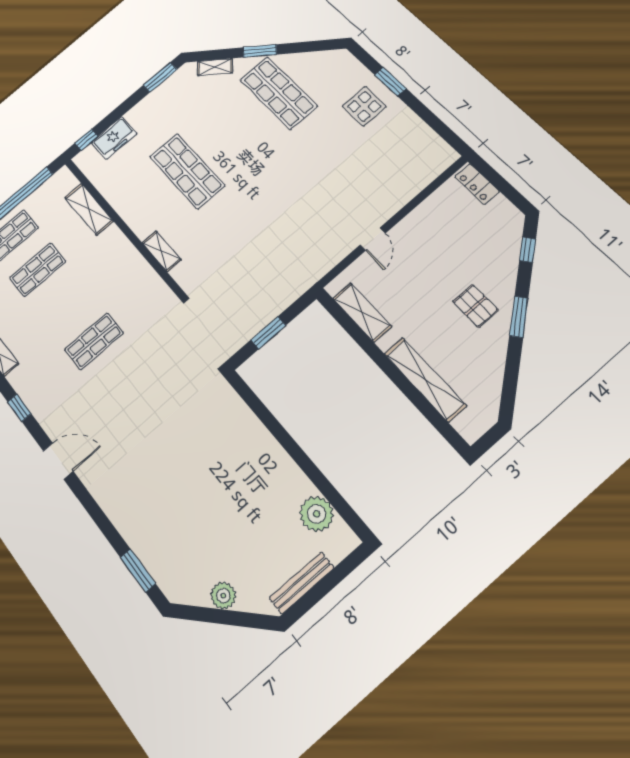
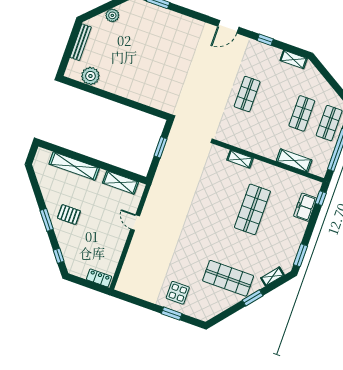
shop shelf: (187, 171) -> (252, 209), turned 90

